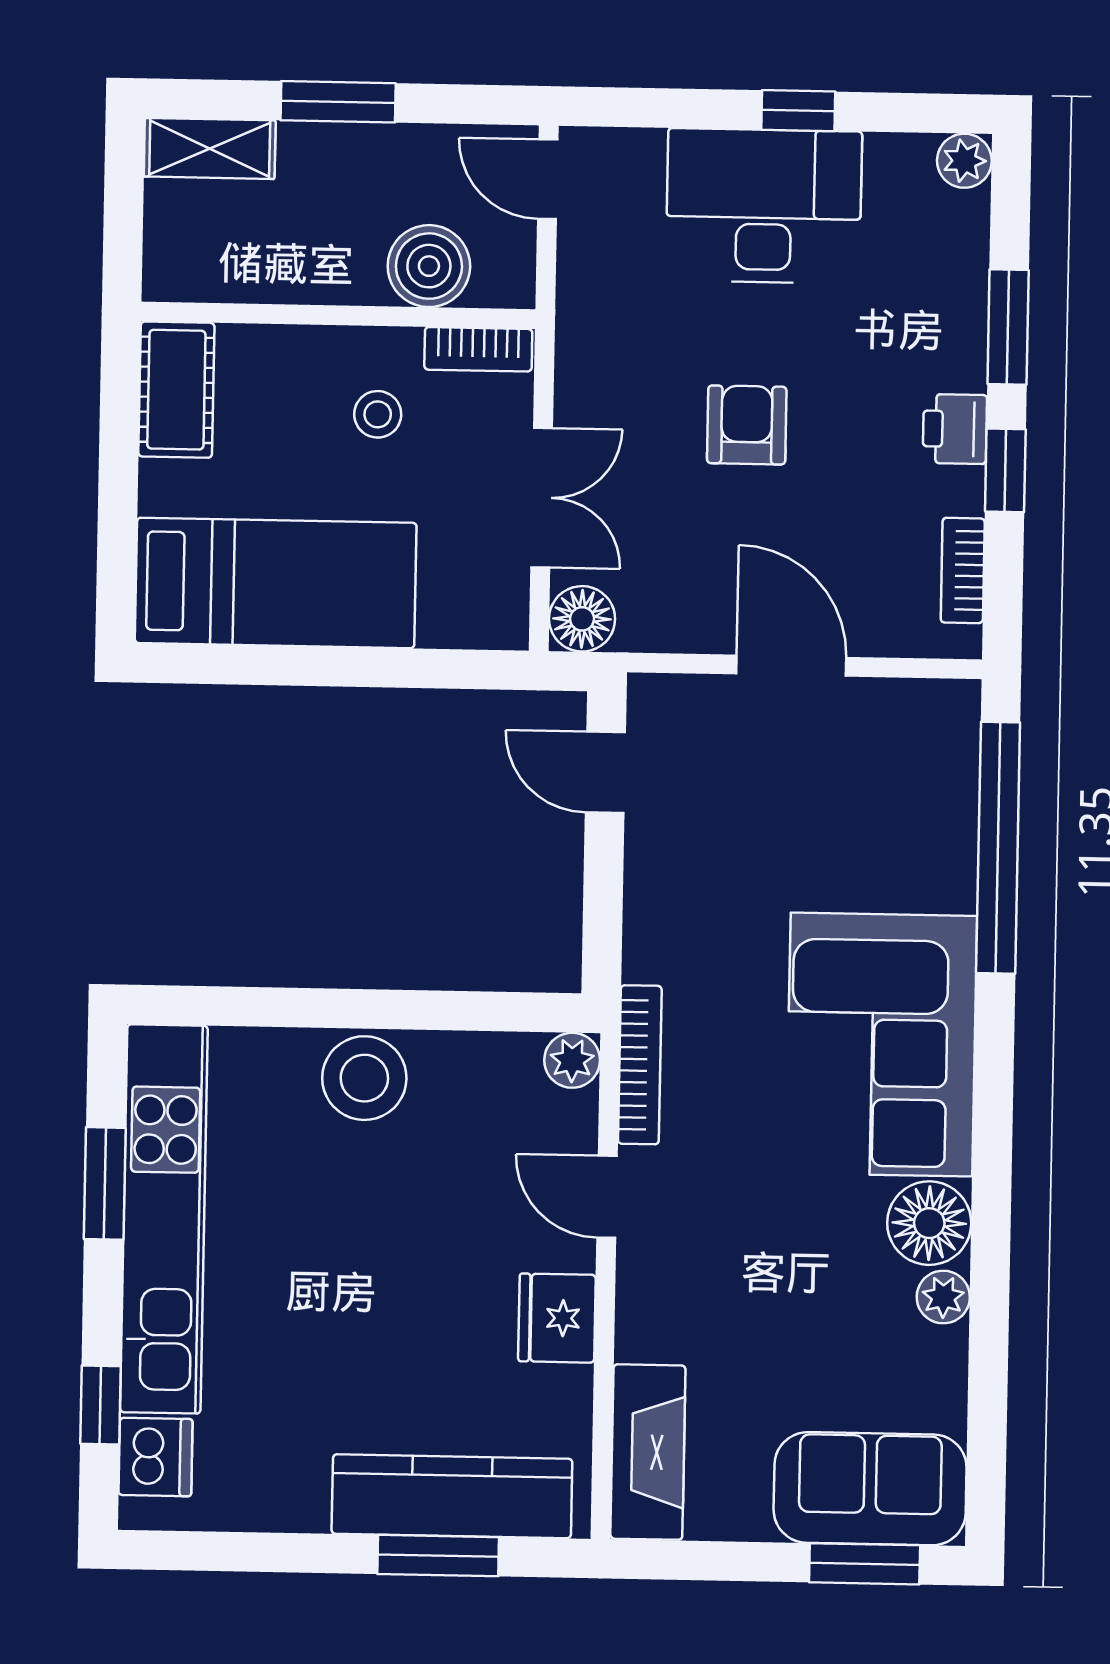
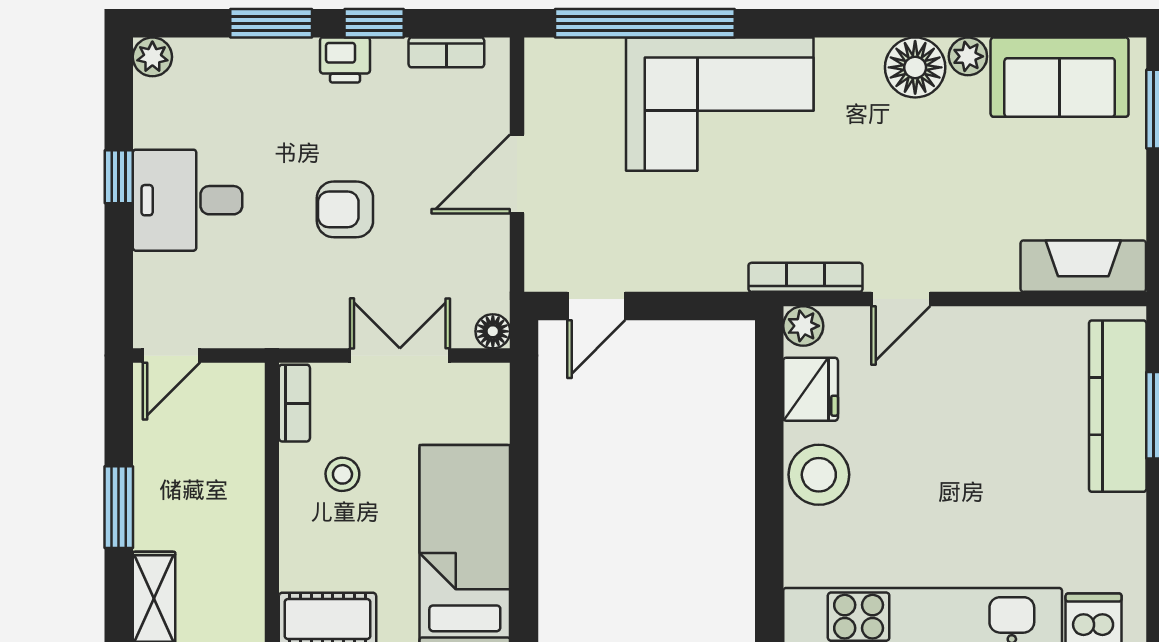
desk: (764, 206) -> (188, 200), width x0.73
boiler: (429, 266) -> (235, 440), removed
floor lamp: (582, 619) -> (493, 331), width x0.73, depth x0.73
corner sofa: (881, 1045) -> (720, 104), moved
fridge: (557, 1318) -> (811, 389), moved, turned -90
sofa: (870, 1489) -> (1060, 77), moved, turned -90

